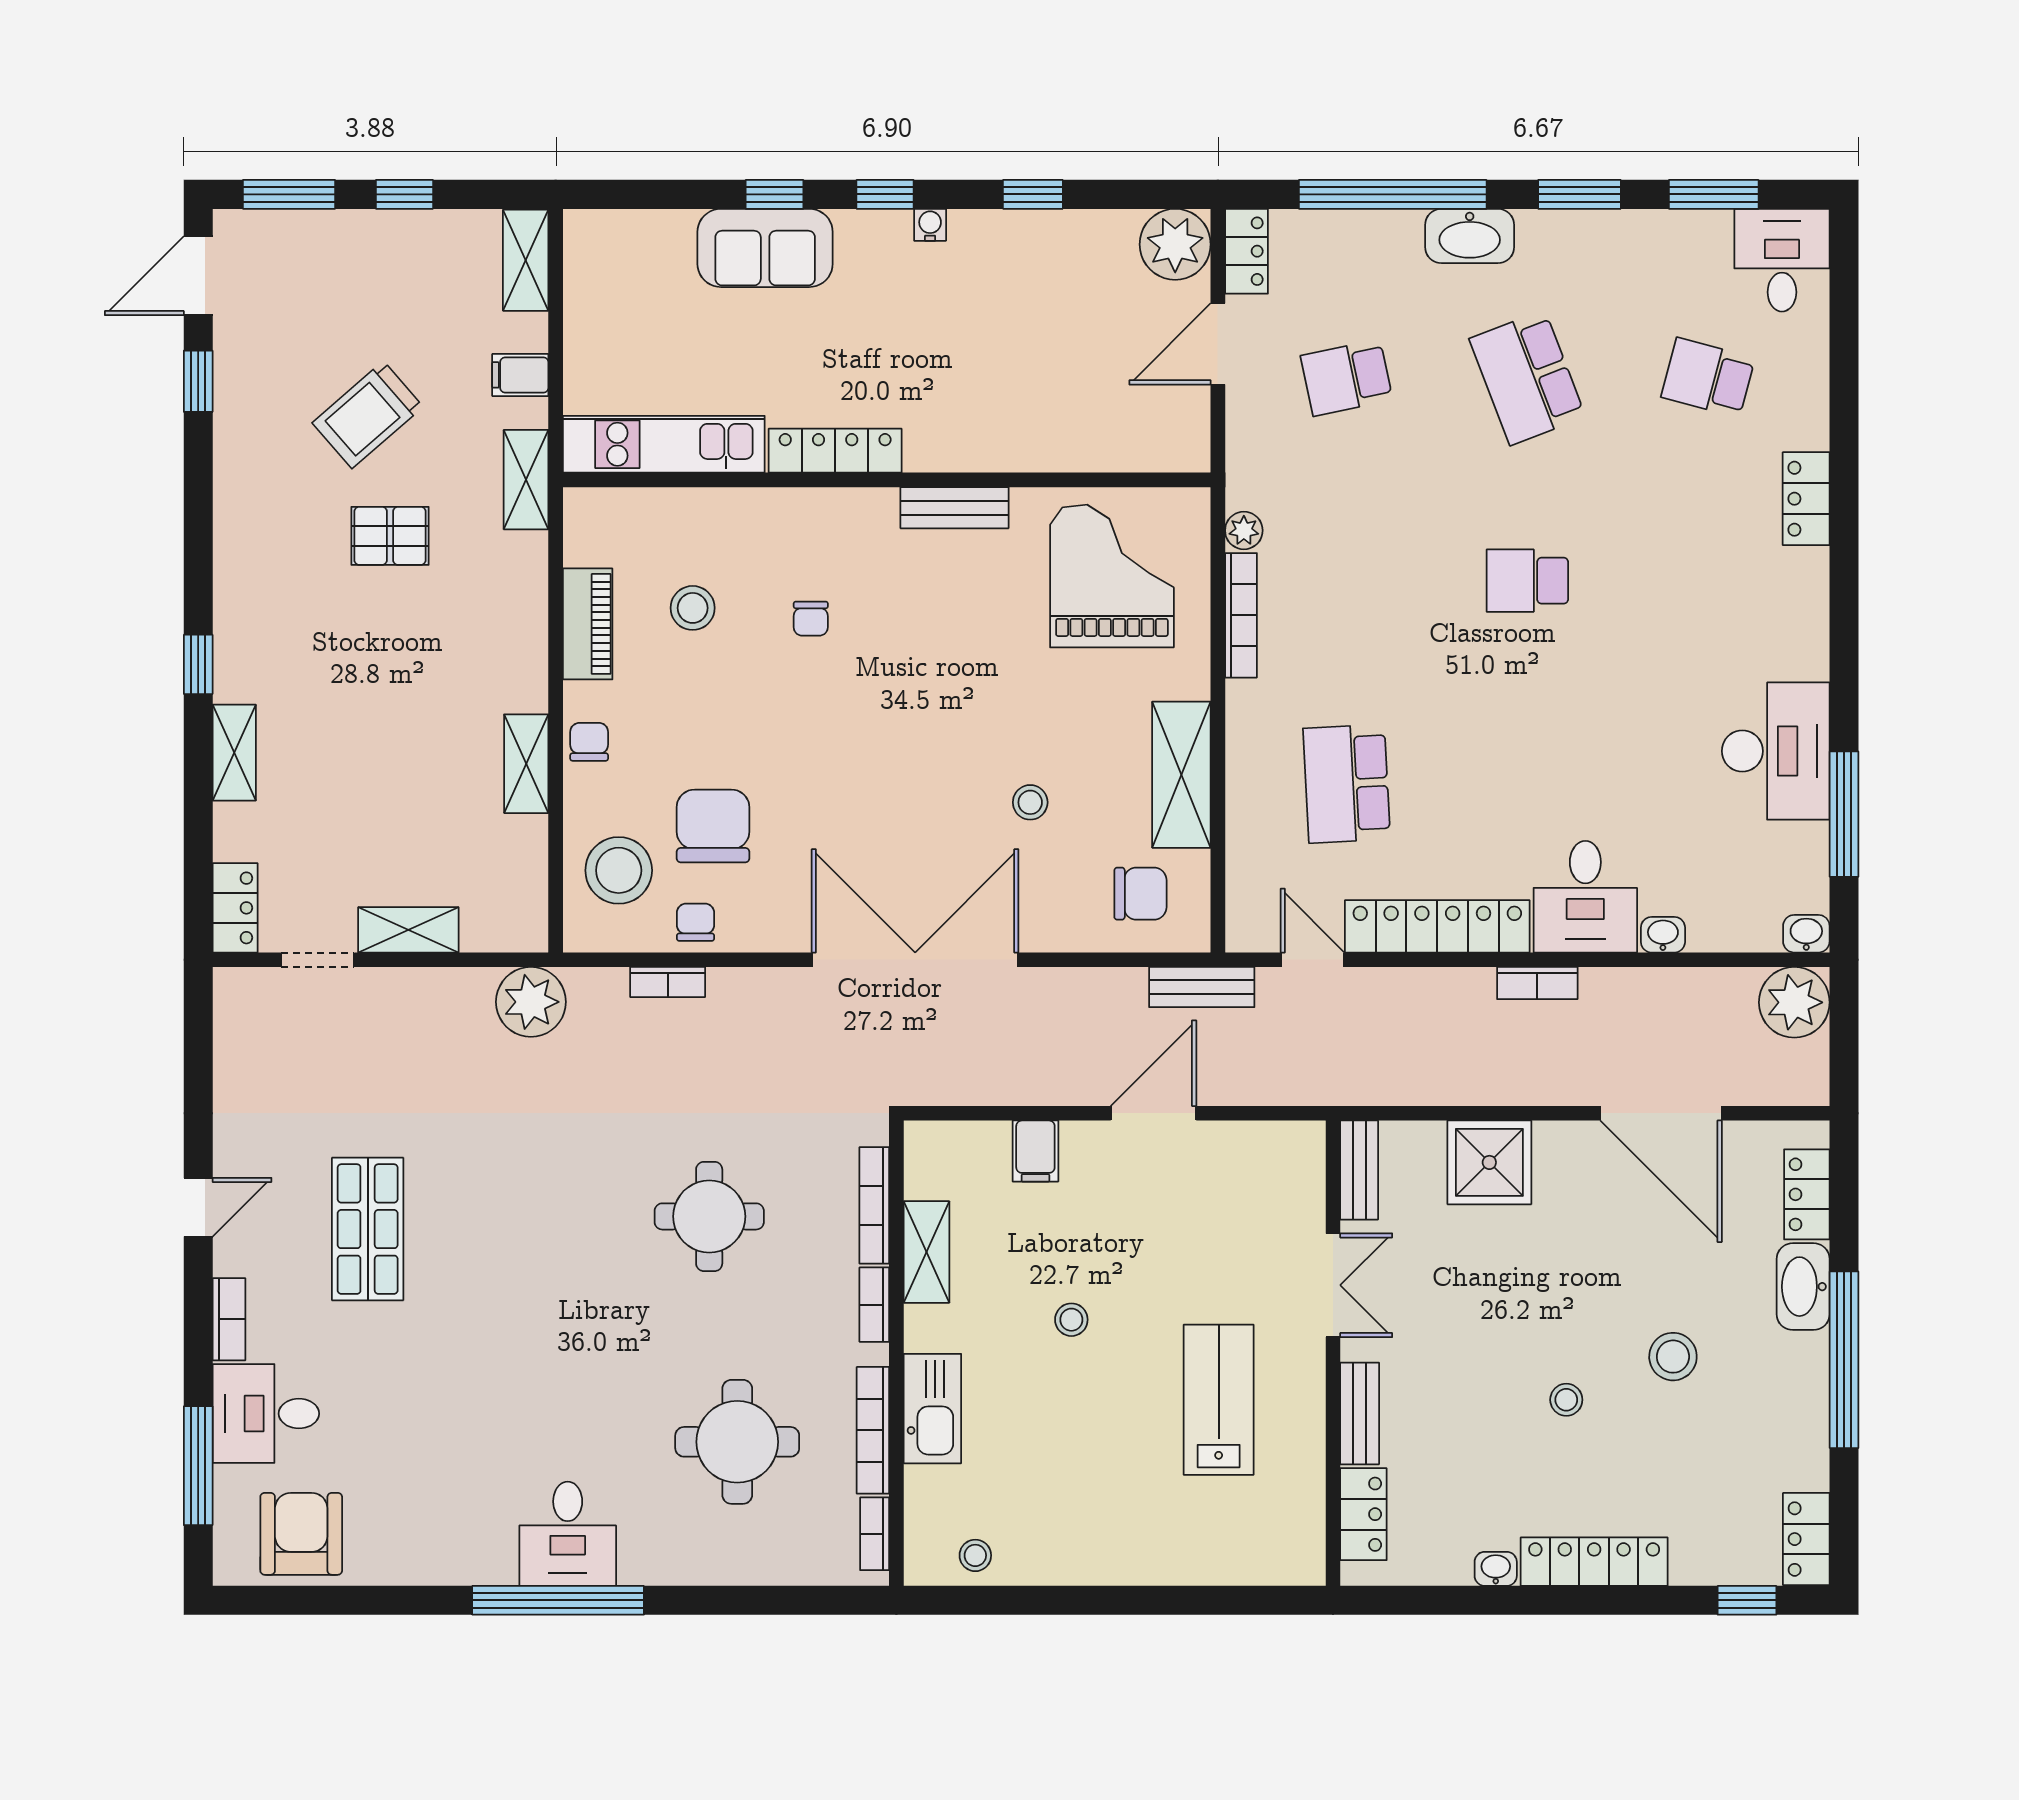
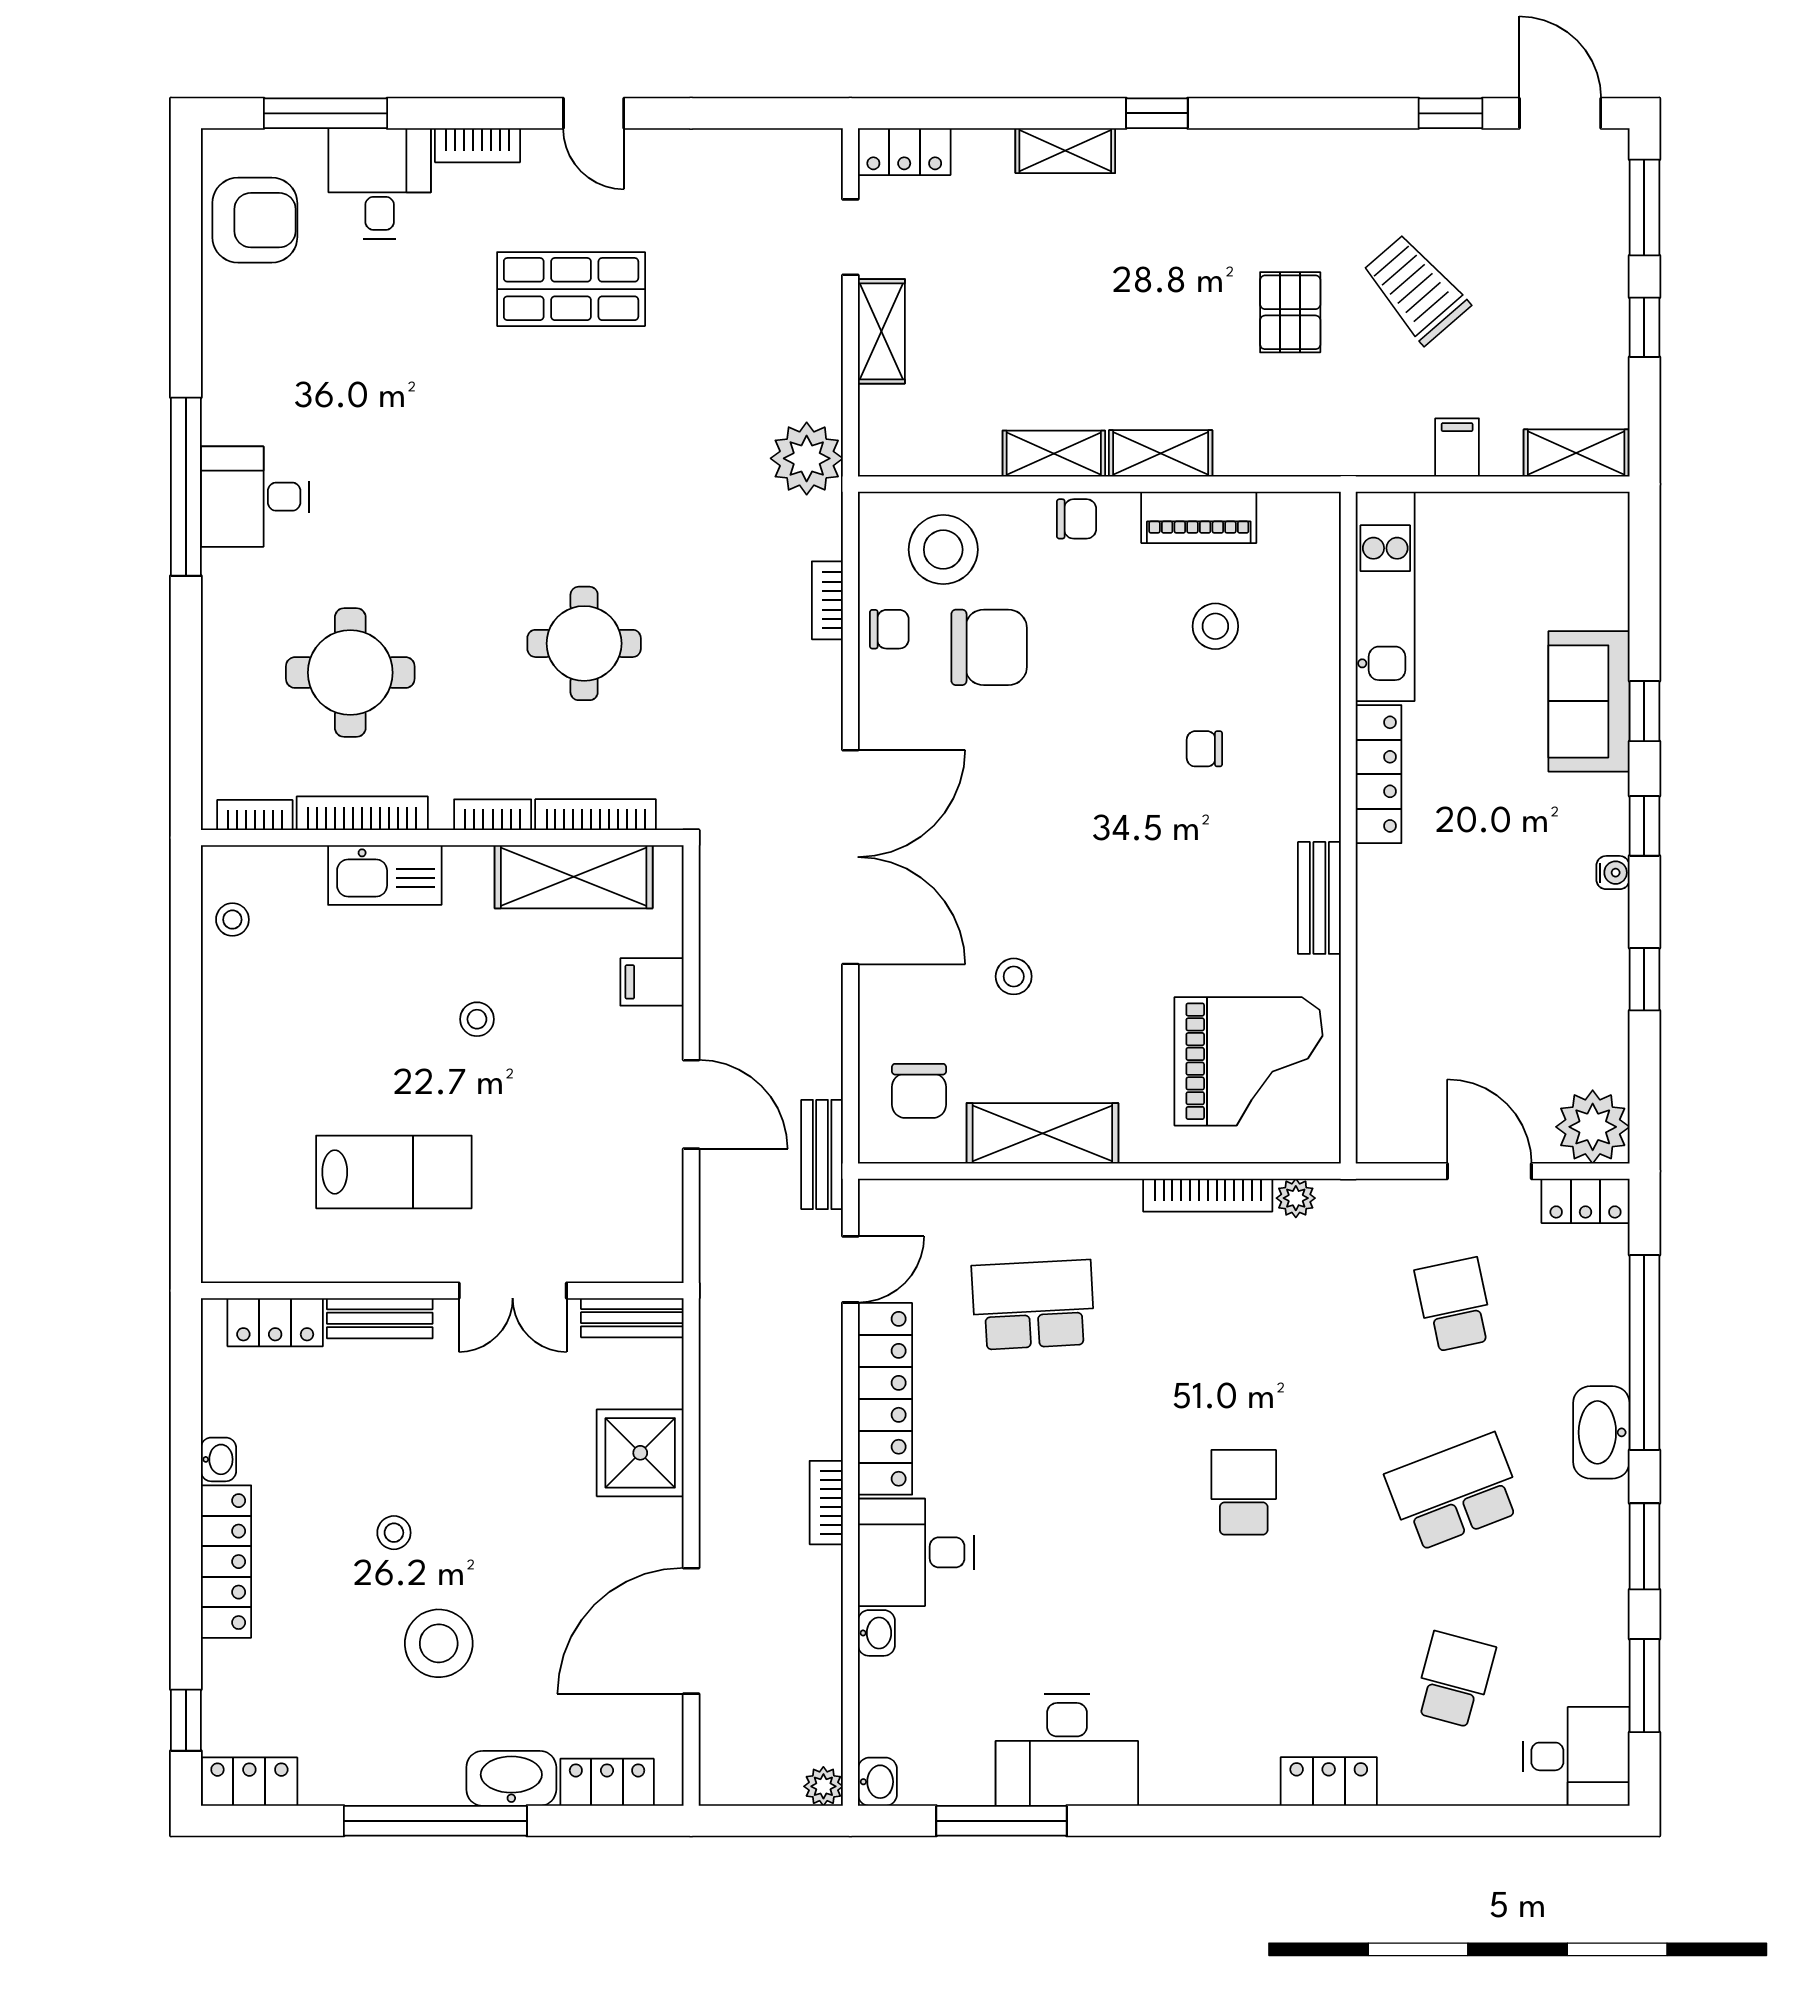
shelving: (526, 480) -> (1161, 453), moved
plant: (1794, 1002) -> (823, 1786), width x0.53, depth x0.53
shelving: (926, 1252) -> (574, 877), width x1.50, depth x1.33
stool: (1673, 1357) -> (439, 1643), width x1.38, depth x1.38

